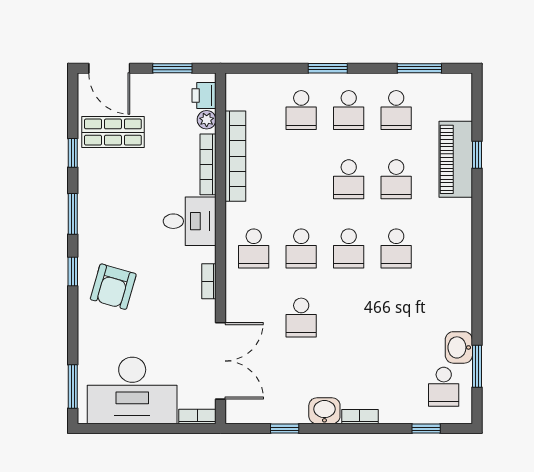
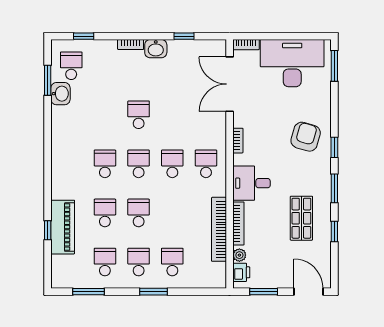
shop shelf: (113, 132) -> (301, 218), moved, turned 90
school desk: (301, 318) -> (139, 115), moved

